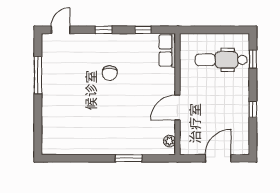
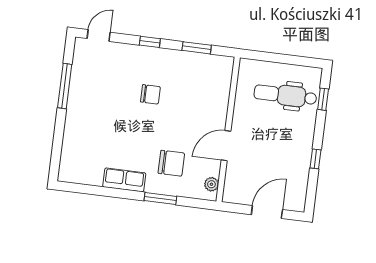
window: (143, 30) -> (197, 48), width x1.50
row of seats: (167, 50) -> (124, 180), moved, turned 90
chair: (110, 73) -> (150, 94), turned -90
chair: (134, 128) -> (171, 163), added

